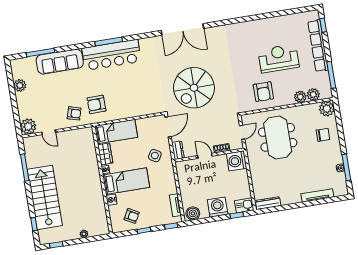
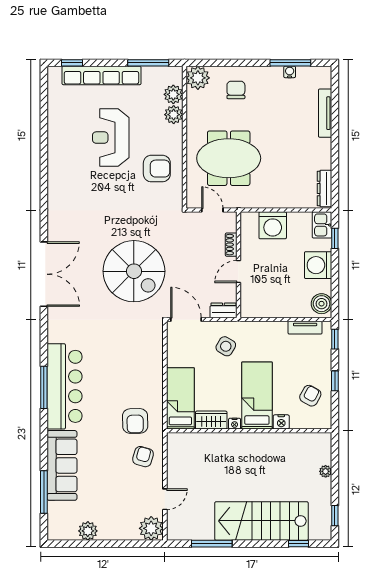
washing machine: (237, 161) -> (273, 225), moved

